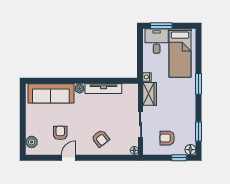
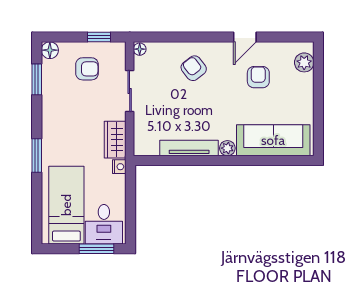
armchair: (60, 133) -> (258, 77), turned 180
window: (179, 158) -> (99, 37), moved

